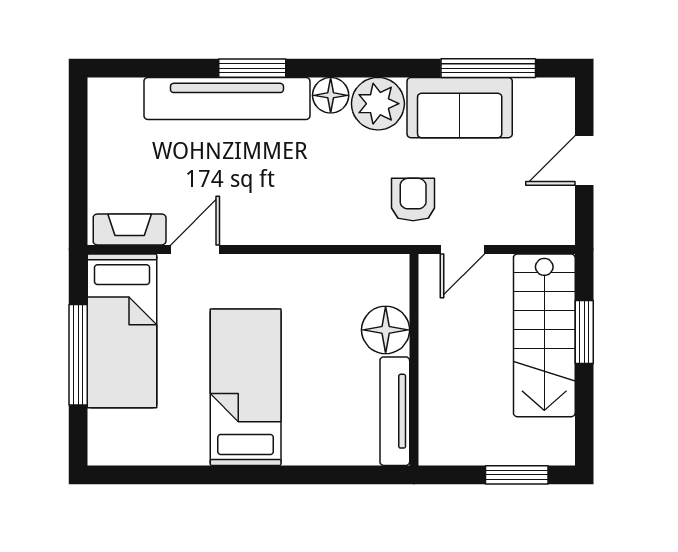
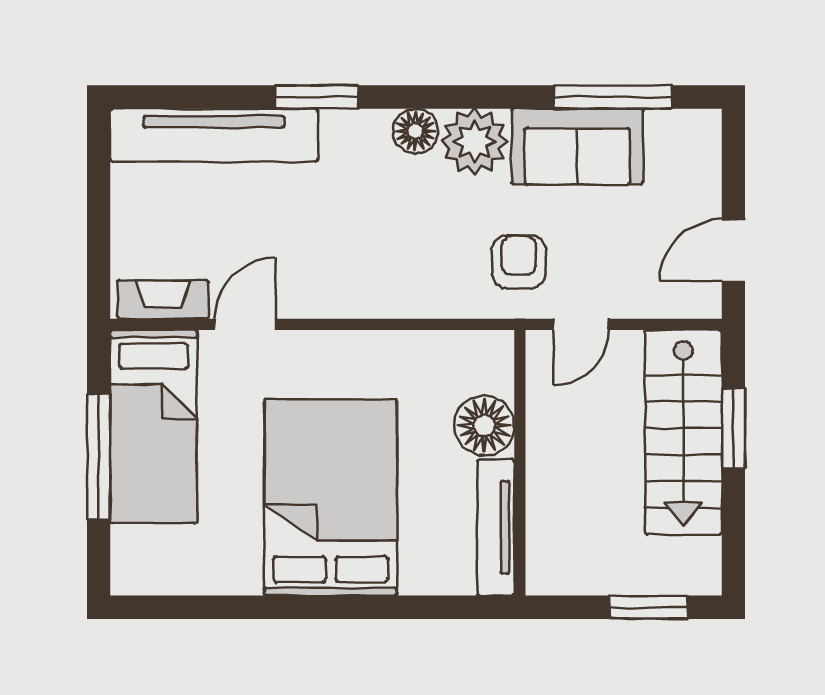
tv unit: (227, 98) -> (214, 135), moved
door: (584, 160) -> (733, 250), moved
bed: (246, 387) -> (331, 497), width x1.50

